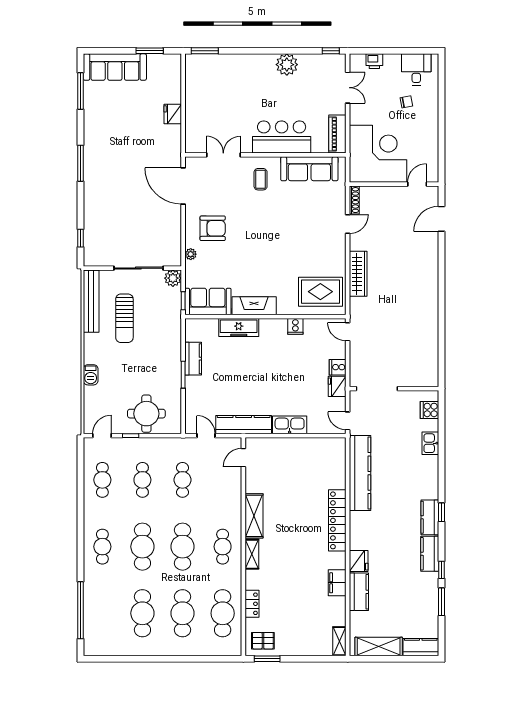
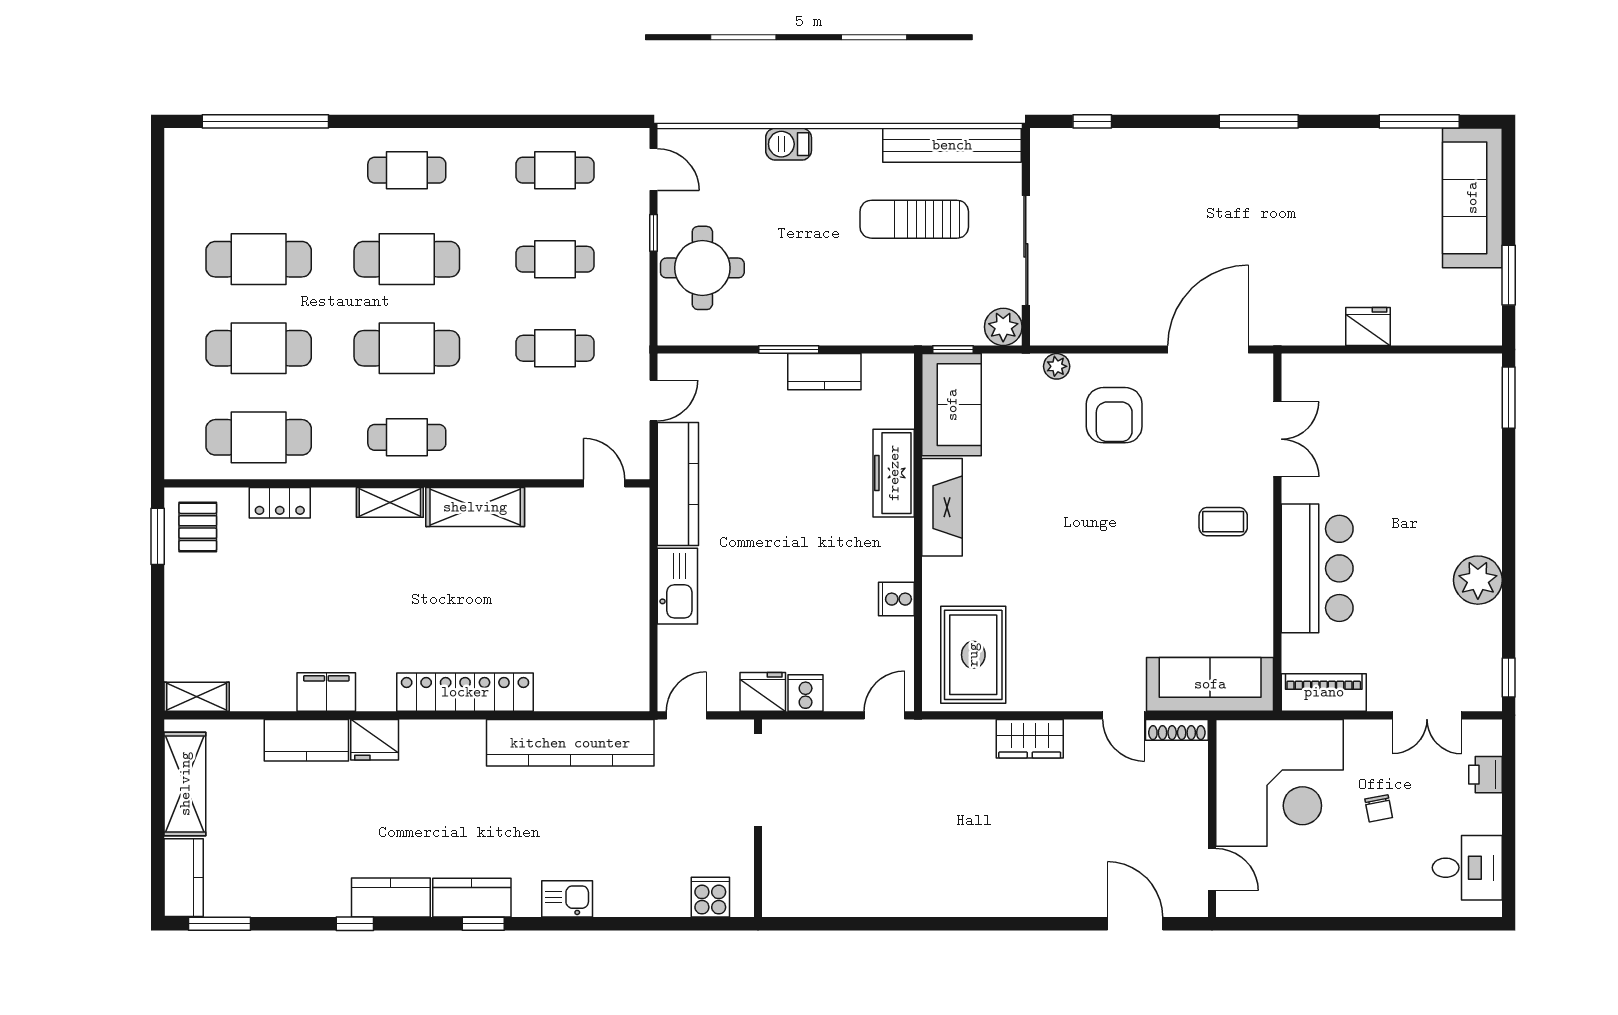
chair: (406, 102) -> (1379, 808), moved
sofa: (309, 169) -> (1210, 684), moved, turned 90
wardrobe: (358, 274) -> (1030, 739), width x0.67
kitchen sink: (430, 443) -> (567, 899), moved
window: (441, 602) -> (219, 924), moved

